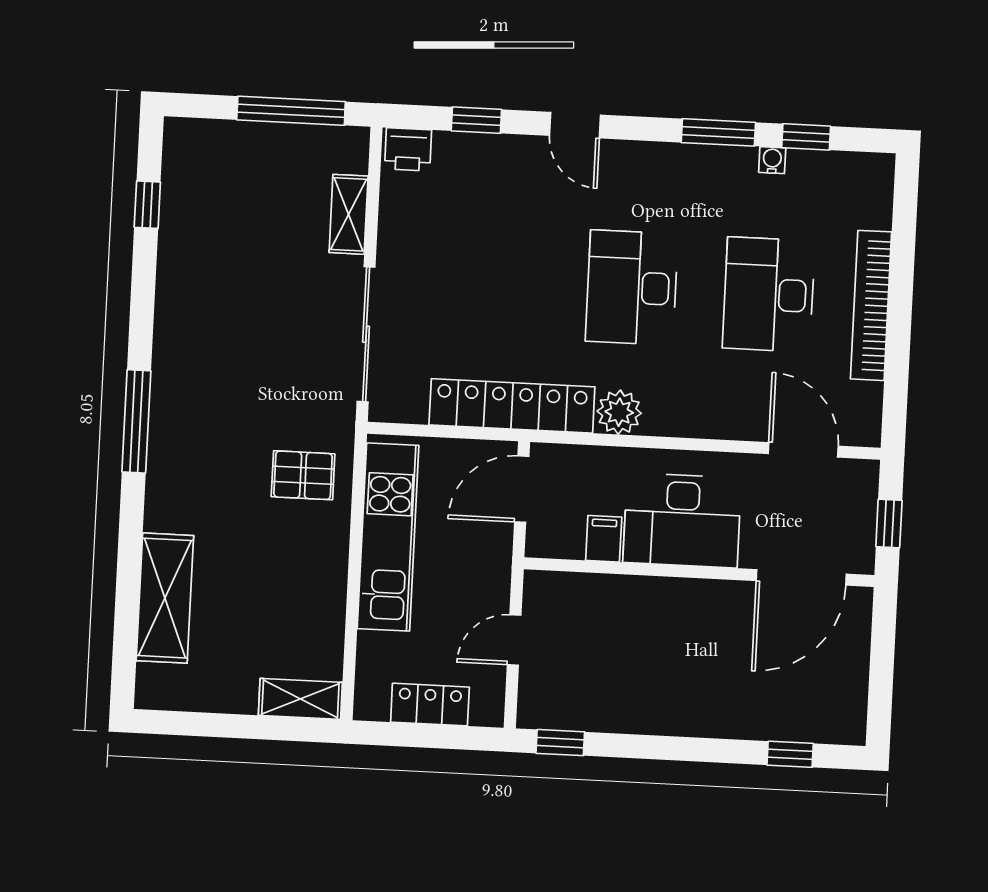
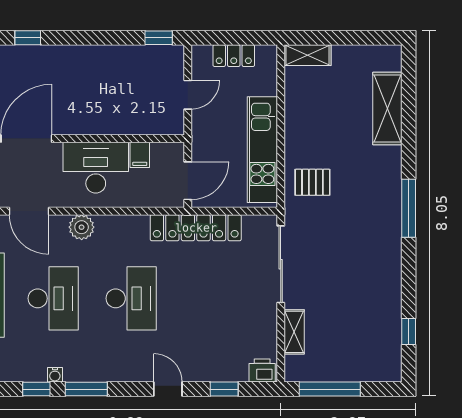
plant: (619, 412) -> (82, 227), moved

